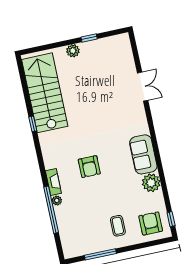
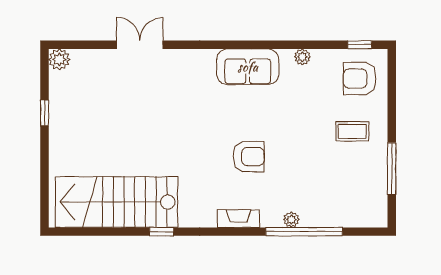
plant: (73, 51) -> (59, 59), moved
fireplace: (53, 182) -> (238, 219), moved
plant: (151, 183) -> (302, 57), width x0.53, depth x0.53

